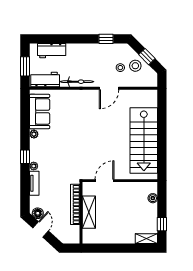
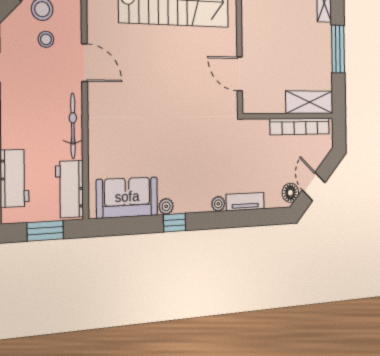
window: (25, 157) -> (175, 223), moved
bookcase: (75, 204) -> (300, 126), moved
shelving: (89, 212) -> (309, 102), moved
door: (41, 229) -> (314, 186), hinge flipped
window: (120, 248) -> (338, 49), added

